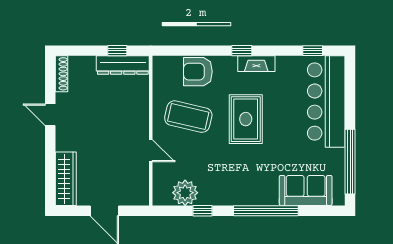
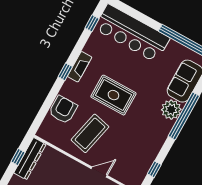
armchair: (198, 72) -> (63, 110), turned 180
plant: (185, 193) -> (171, 110), moved
window: (203, 211) -> (154, 169), moved

